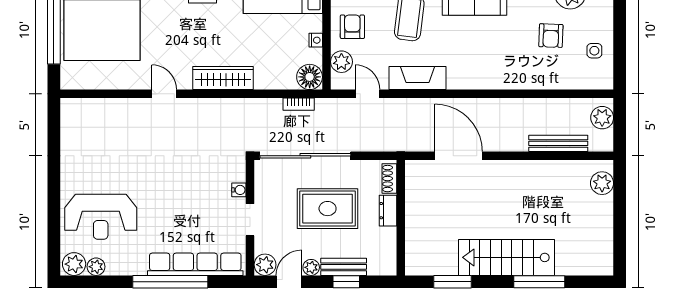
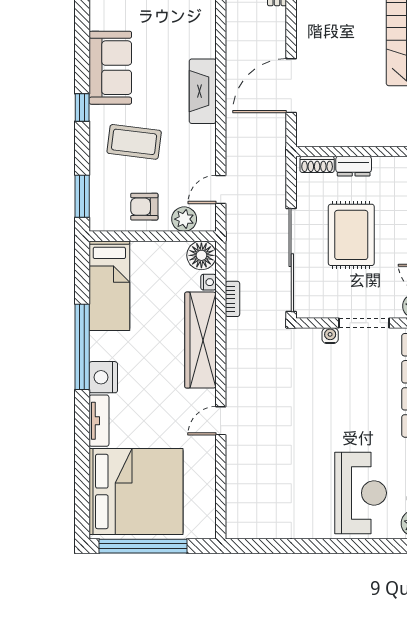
nightstand: (316, 40) -> (208, 282), moved, turned 90
wardrobe: (223, 78) -> (200, 340), width x1.40, depth x1.17
fireplace: (417, 78) -> (203, 91), moved
bookcase: (299, 104) -> (233, 299), moved
doorway: (250, 220) -> (364, 323), width x1.38

